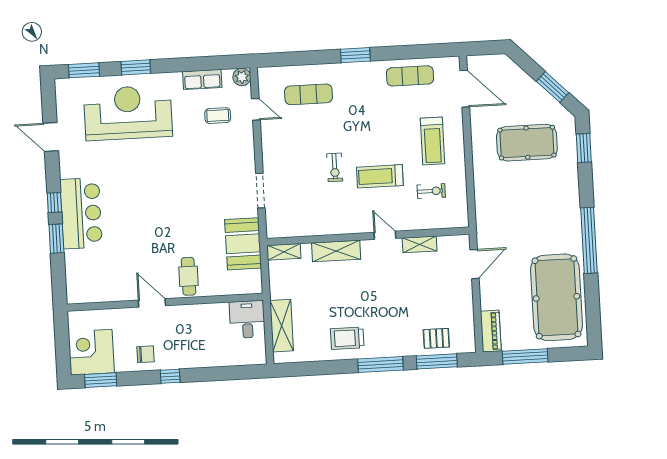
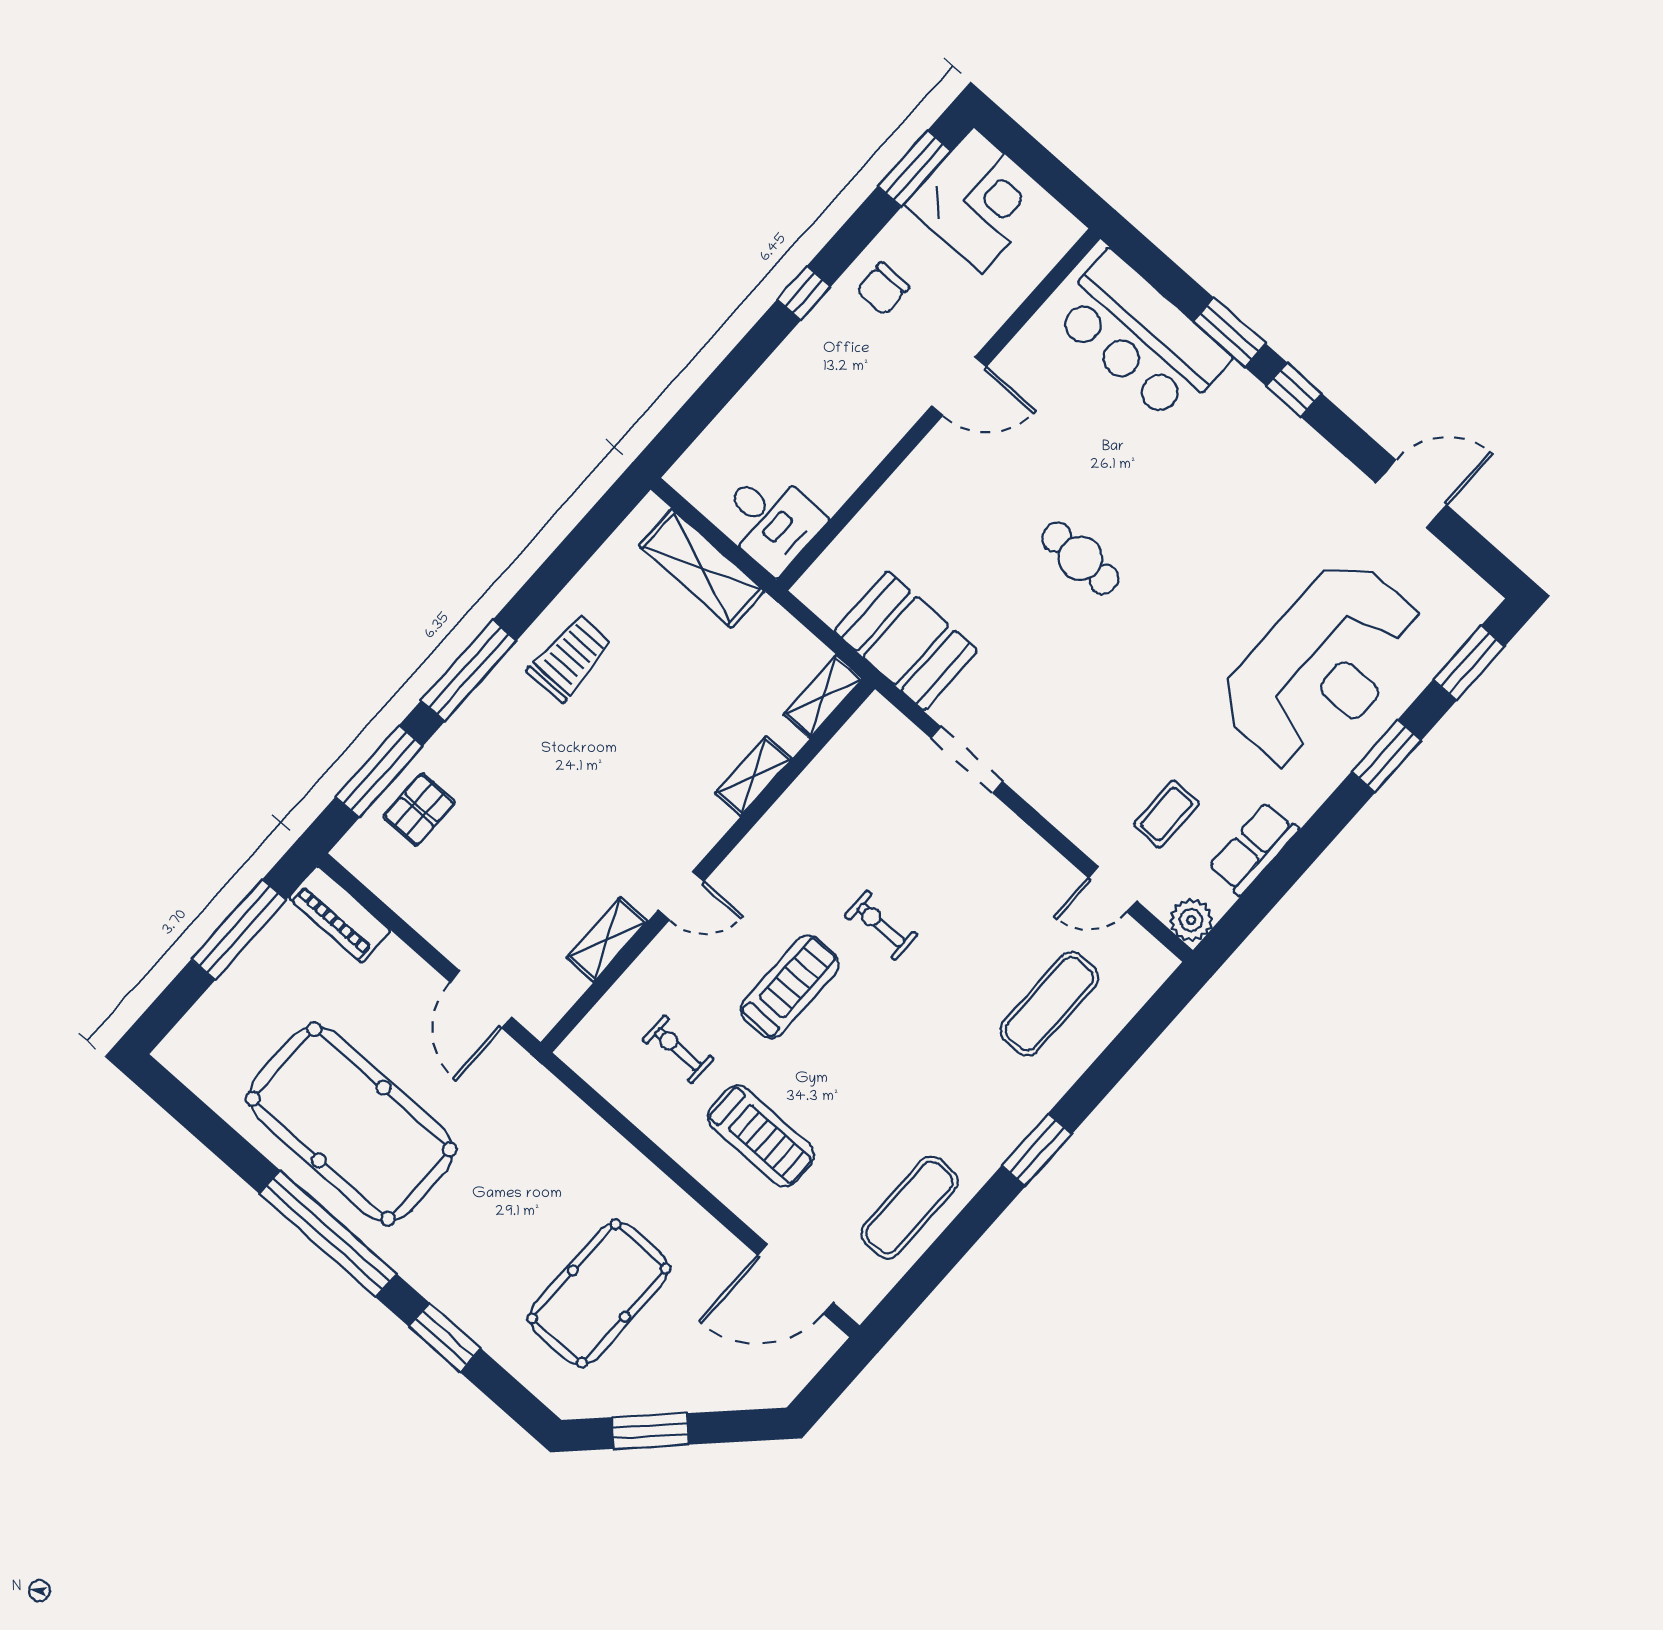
treadmill: (433, 141) -> (761, 1136), turned 180
window: (584, 148) -> (445, 1337), moved
exercise bike: (431, 191) -> (678, 1049), turned 90
bar counter: (81, 213) -> (1140, 337), moved
shelving: (336, 251) -> (754, 776), width x0.67, depth x0.75
cafe table: (188, 276) -> (1080, 558), moved
pool table: (556, 297) -> (351, 1124), moved

